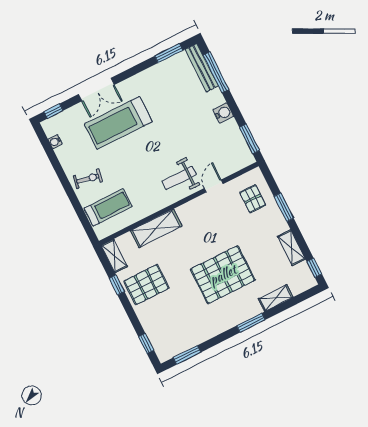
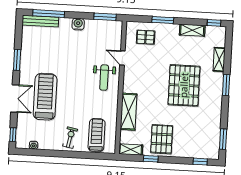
window: (169, 53) -> (17, 60), moved
treadmill: (118, 123) -> (45, 97), turned 180

